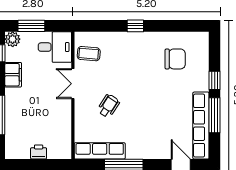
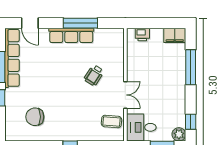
filing cabinet: (13, 75) -> (175, 35), moved, turned -90
row of seats: (100, 151) -> (71, 35), moved
printer: (39, 152) -> (142, 34), moved

